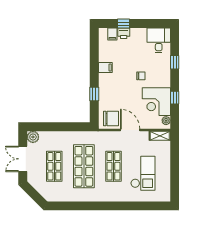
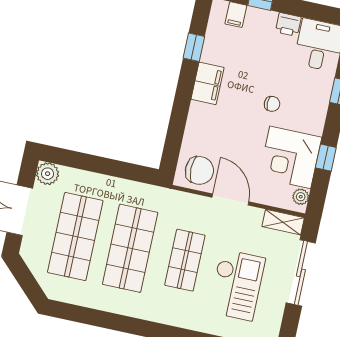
printer: (124, 33) -> (288, 25), moved
filing cabinet: (105, 68) -> (208, 83), width x2.00
window: (94, 94) -> (194, 47), moved
sliding door: (175, 160) -> (301, 273), added
shop shelf: (54, 166) -> (75, 237), width x1.43, depth x1.36

